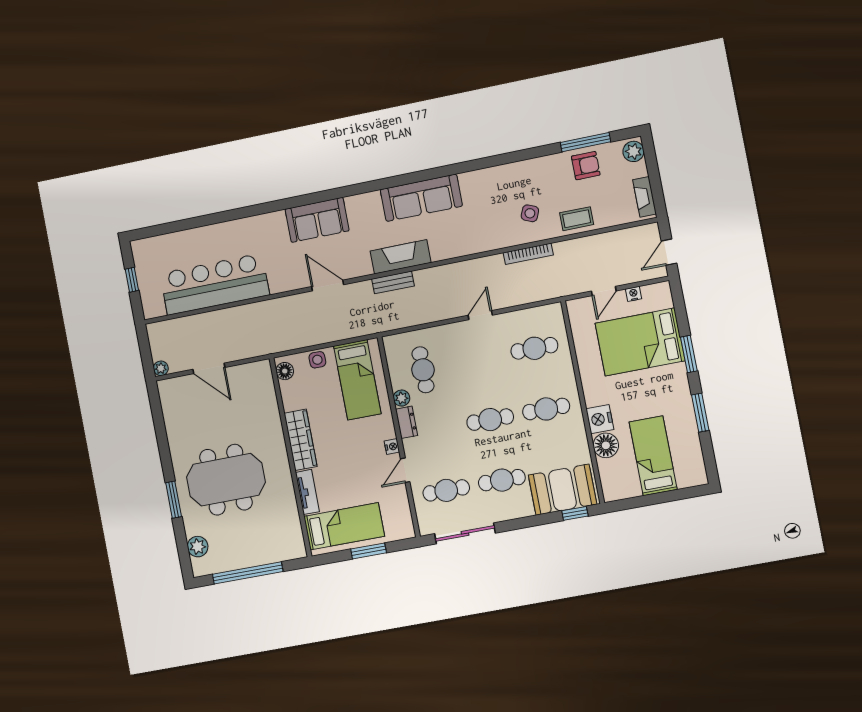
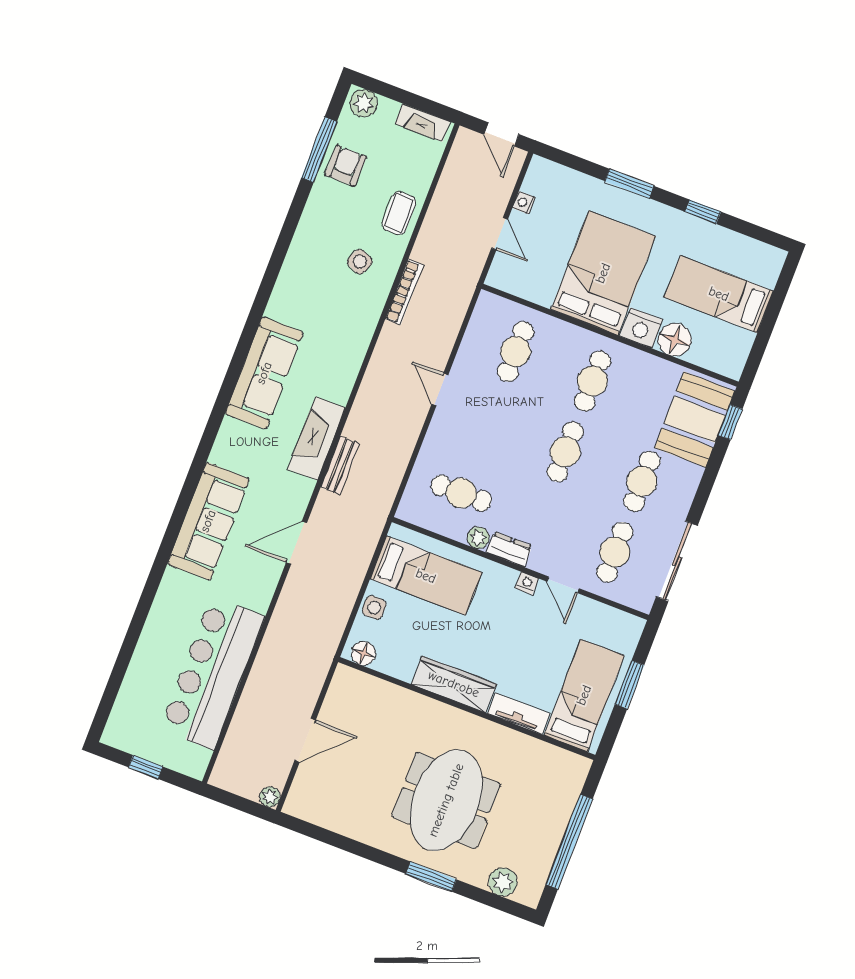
sofa: (317, 220) -> (208, 521), width x1.36
bed: (640, 342) -> (603, 273), moved, turned 180
window: (700, 413) -> (703, 212), width x0.67

